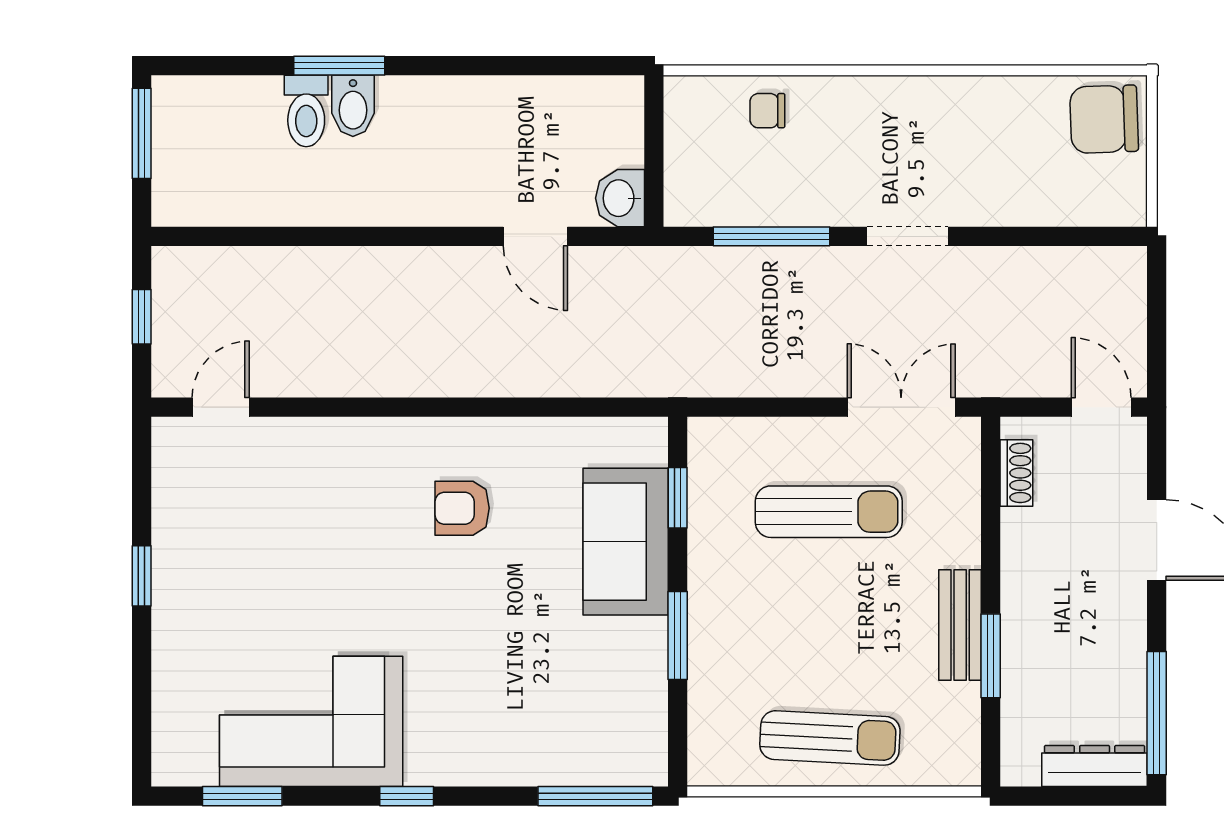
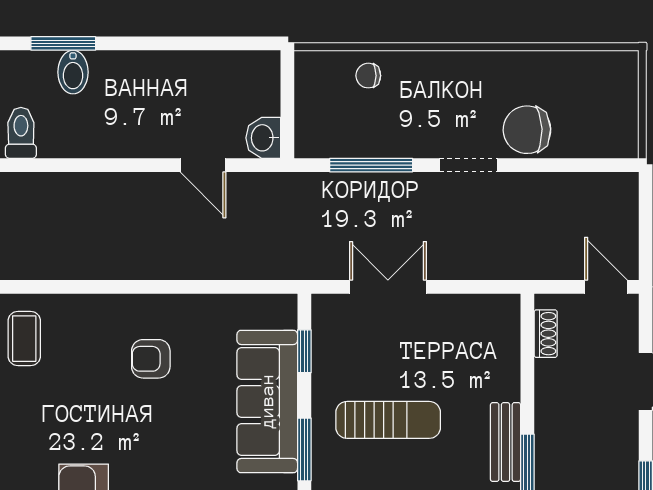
toilet: (306, 111) -> (21, 133), moved, turned 180
chair: (1104, 119) -> (527, 130), moved
double door: (901, 407) -> (388, 287), moved
coffee table: (285, 480) -> (24, 339), added
sun lounger: (829, 512) -> (388, 420), moved
sofa: (626, 542) -> (267, 401), width x1.36

